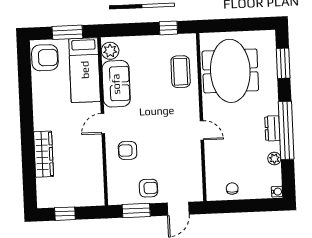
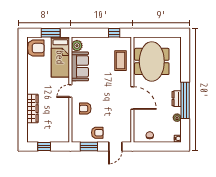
window: (283, 63) -> (185, 58), removed
door: (202, 130) -> (132, 98), width x1.87

